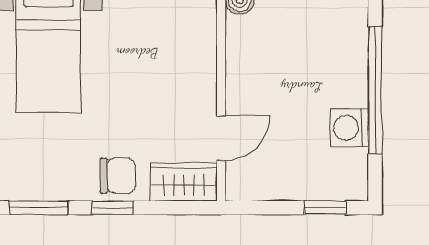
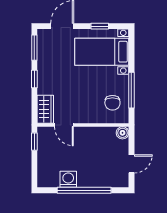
chair: (118, 176) -> (112, 103), moved
window: (325, 208) -> (34, 142), moved

